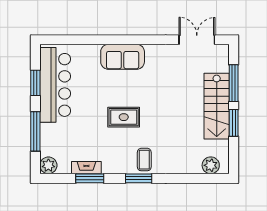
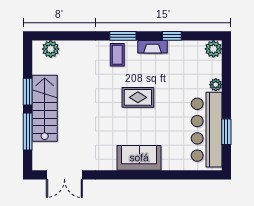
plant: (46, 130) -> (216, 85), added
window: (35, 131) -> (226, 83), removed
fireplace: (86, 168) -> (152, 47), moved
window: (90, 178) -> (172, 36), width x0.67

